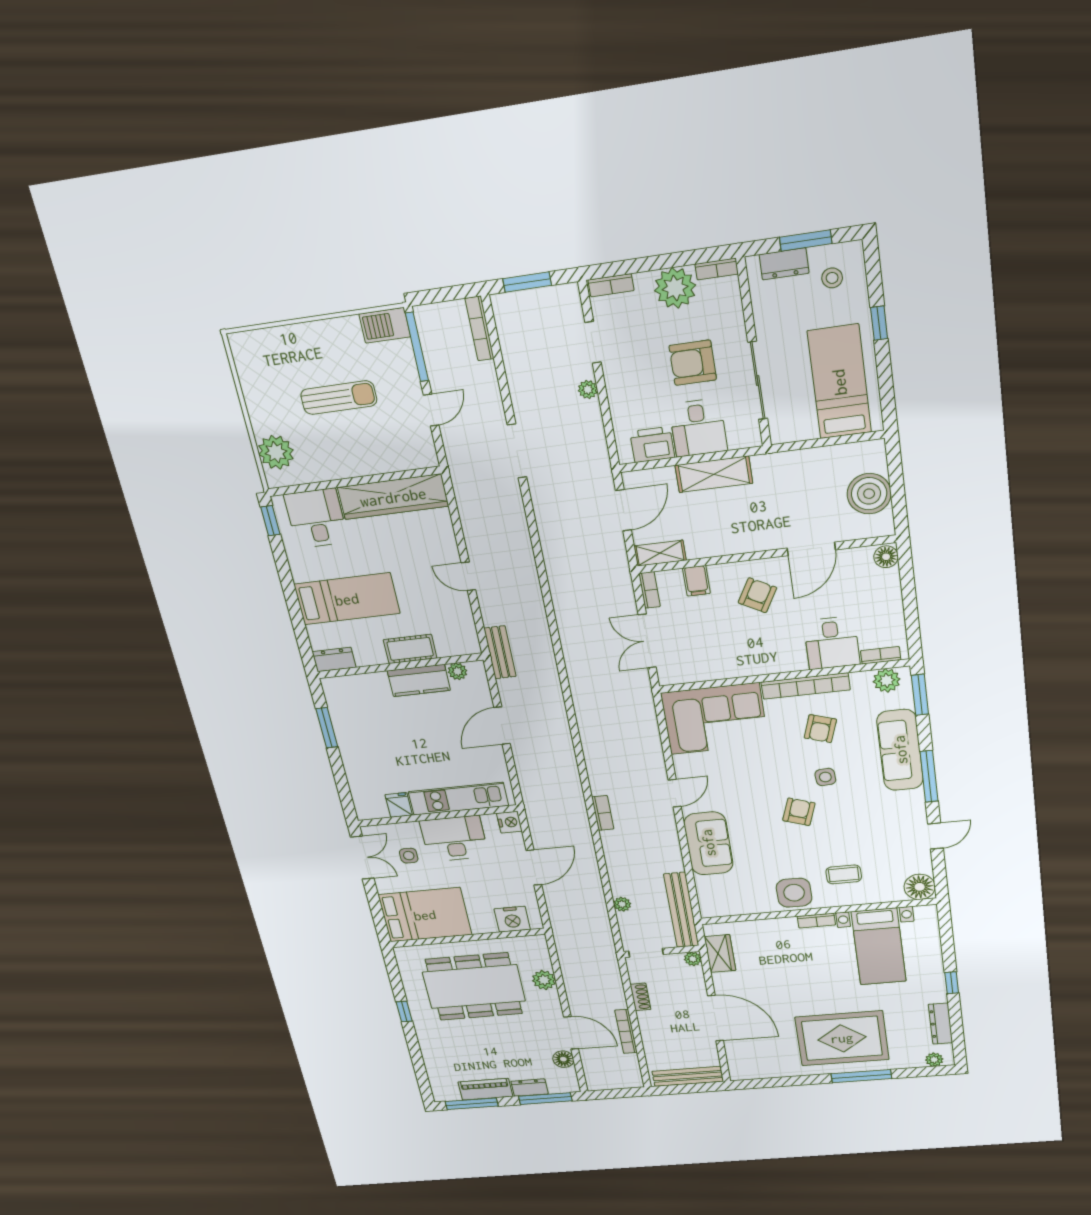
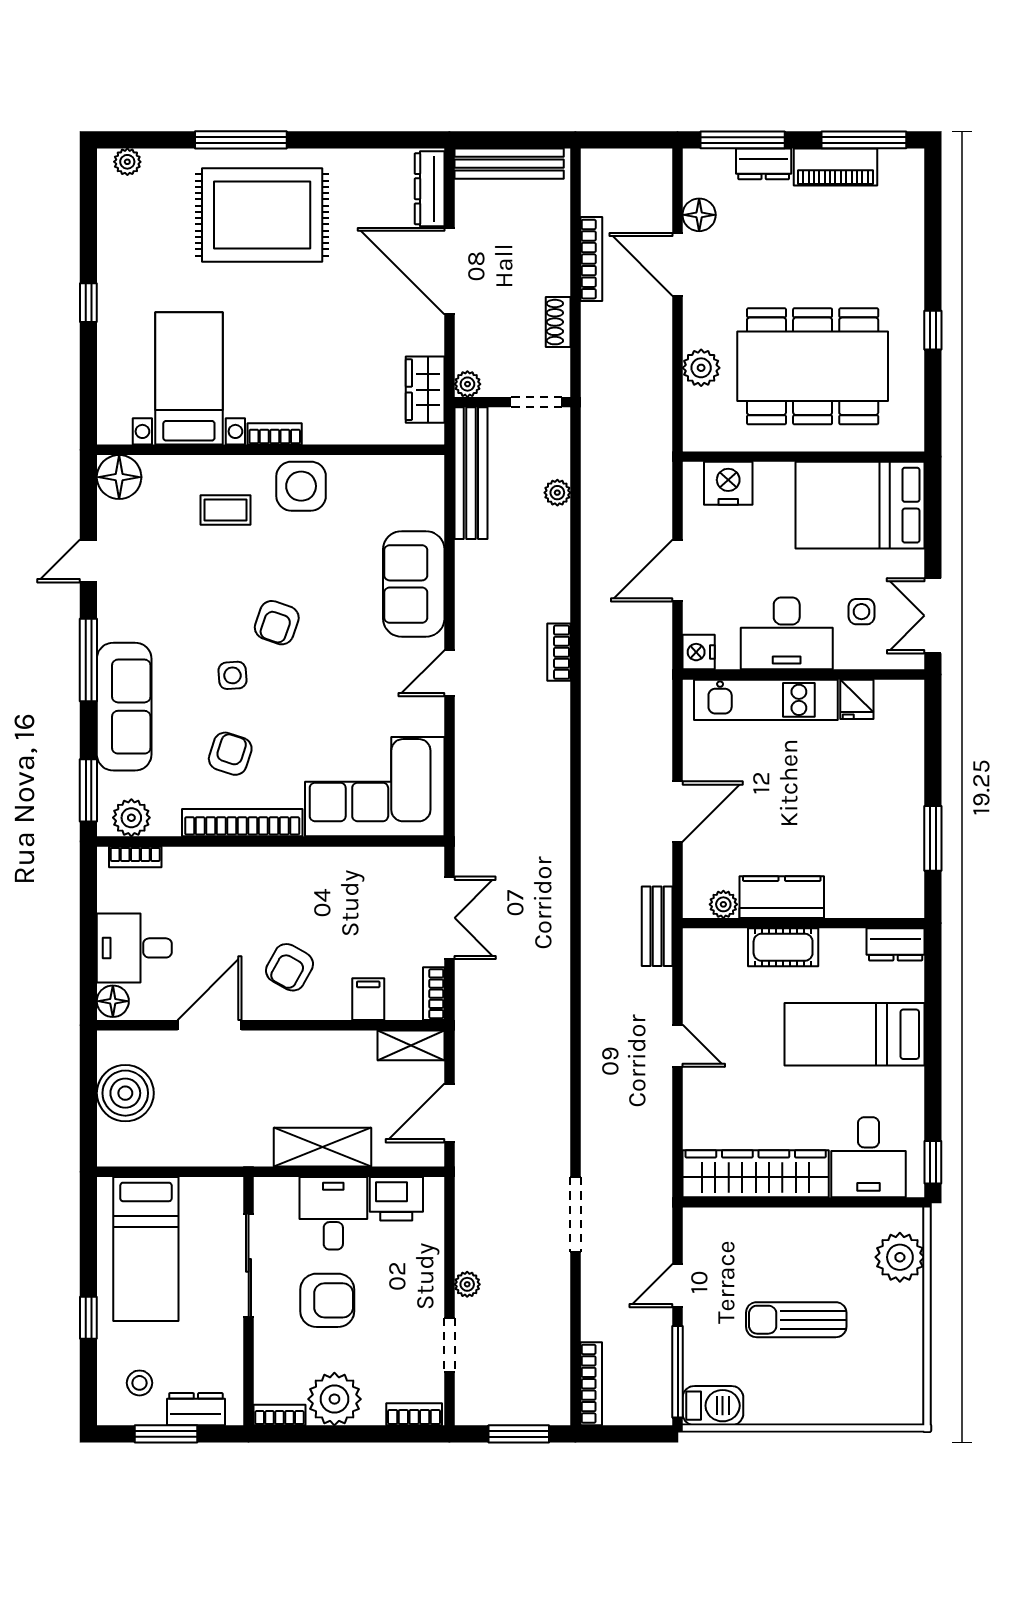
desk: (832, 643) -> (134, 948), moved, turned -90
dresser: (940, 1024) -> (430, 189), moved, turned 180

